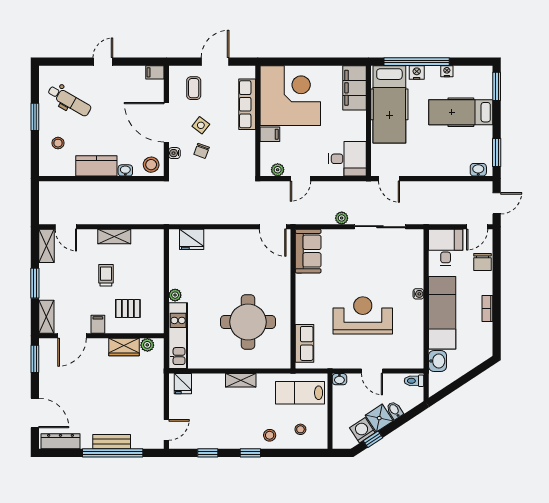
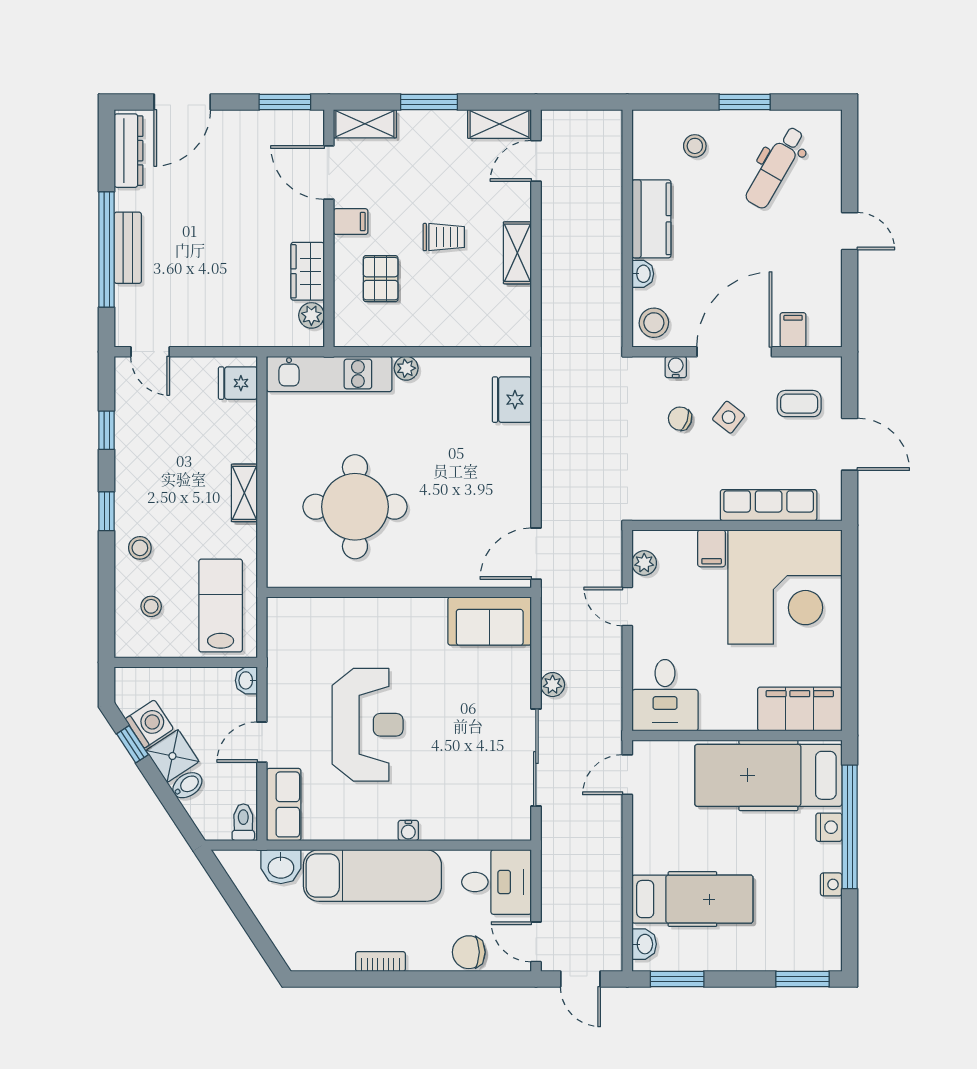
filing cabinet: (155, 72) -> (793, 330), moved
hospital bed: (461, 112) -> (692, 899), moved, turned 90
row of seats: (305, 343) -> (284, 804), moved, turned -90

